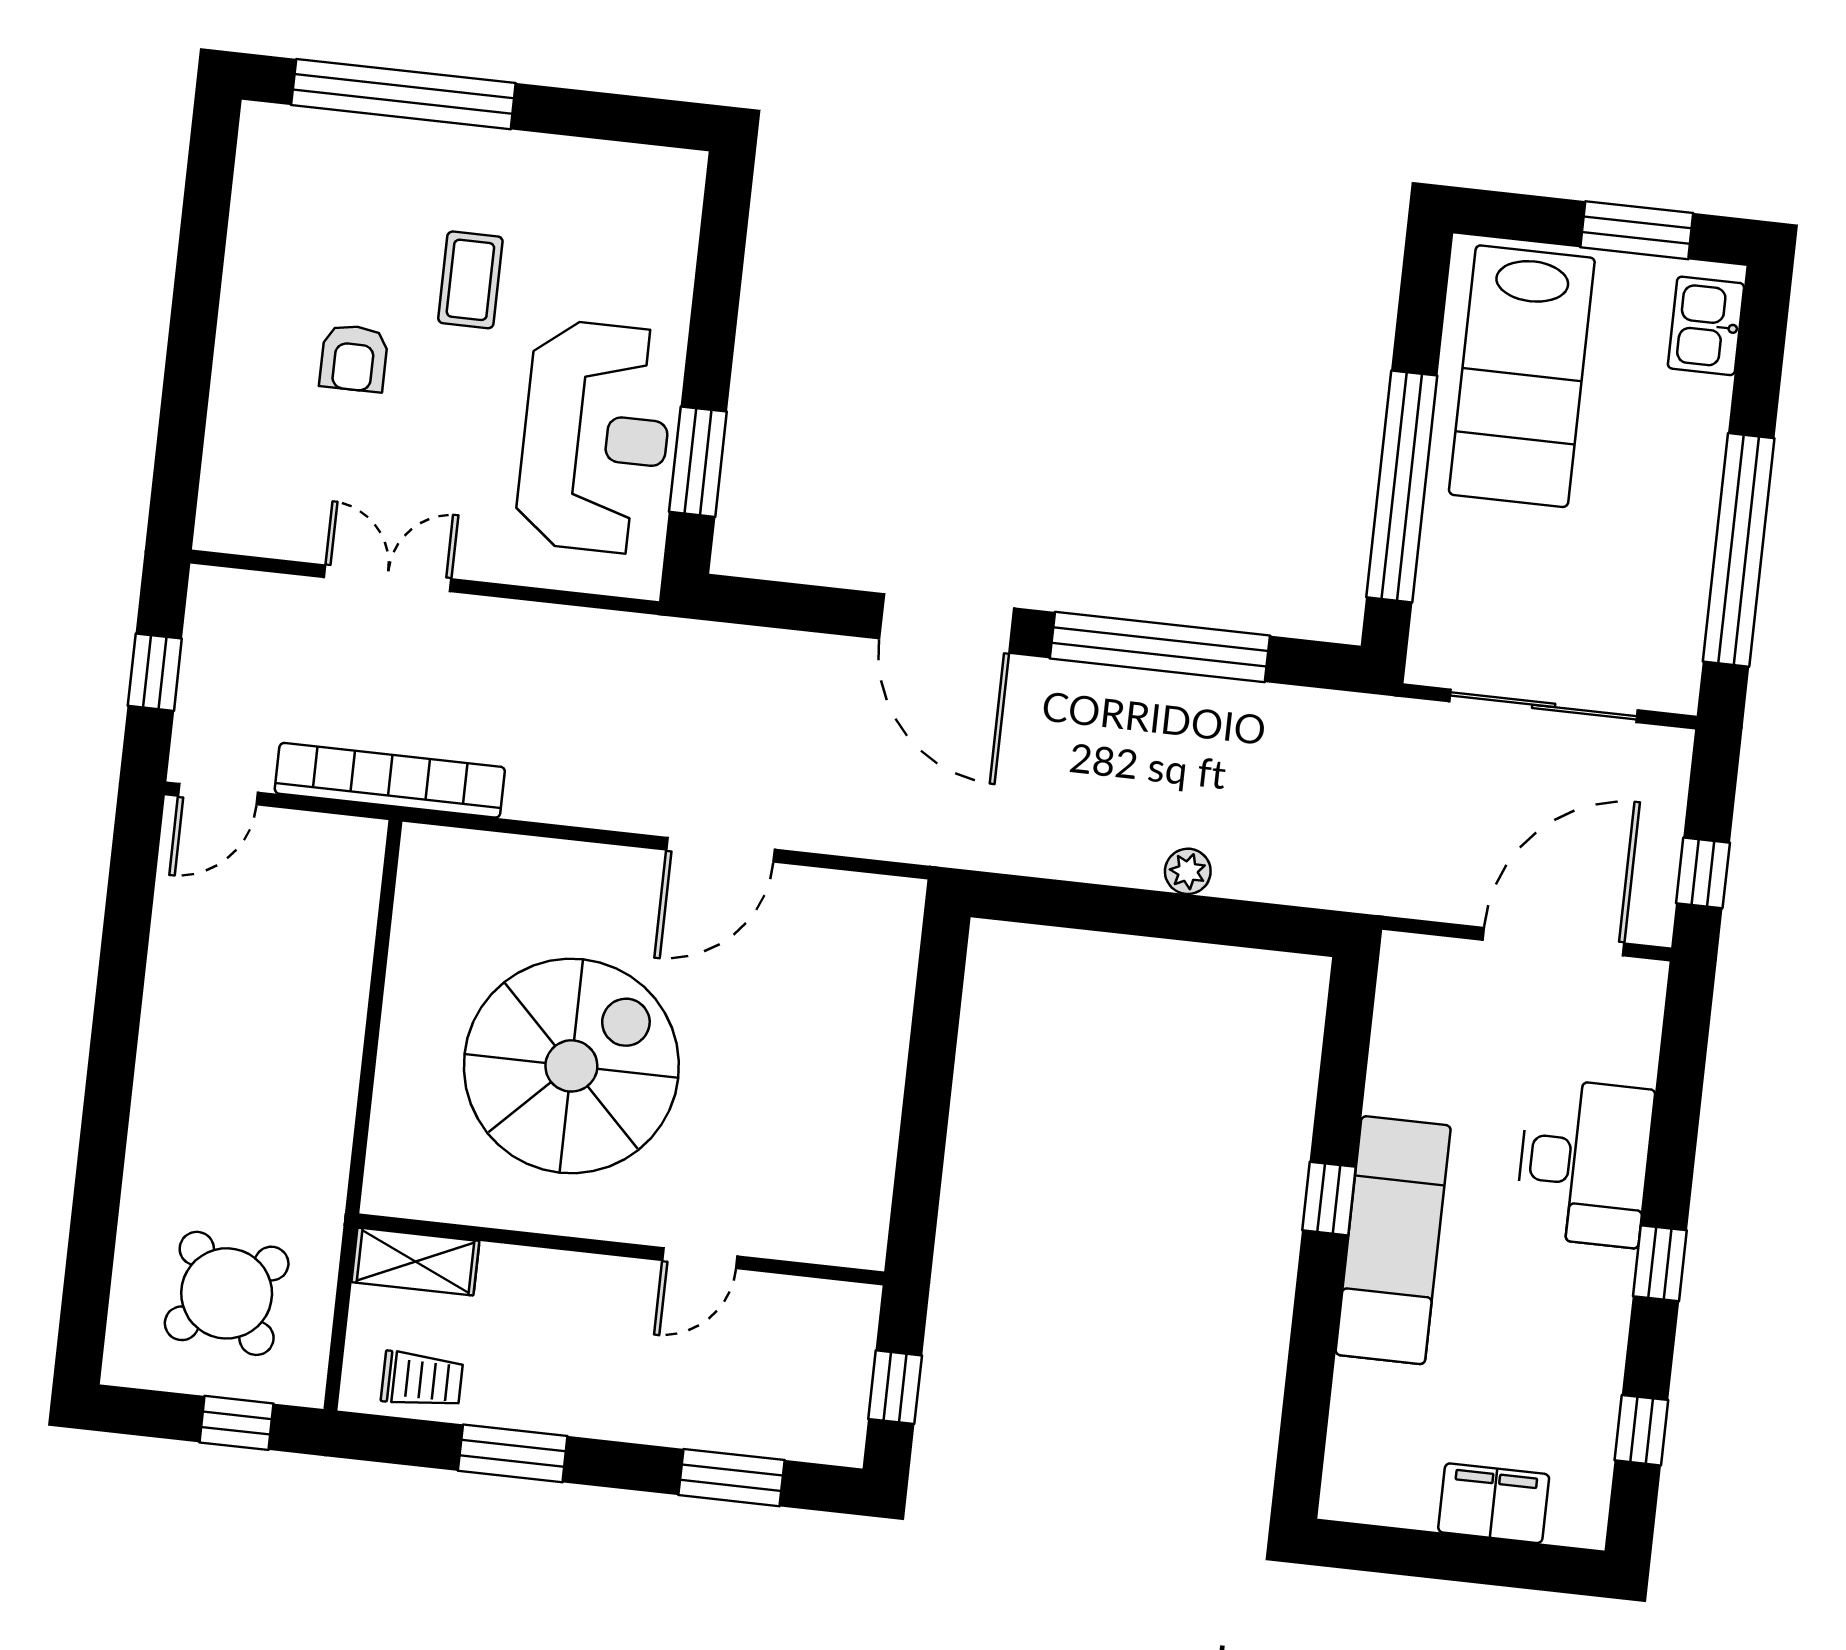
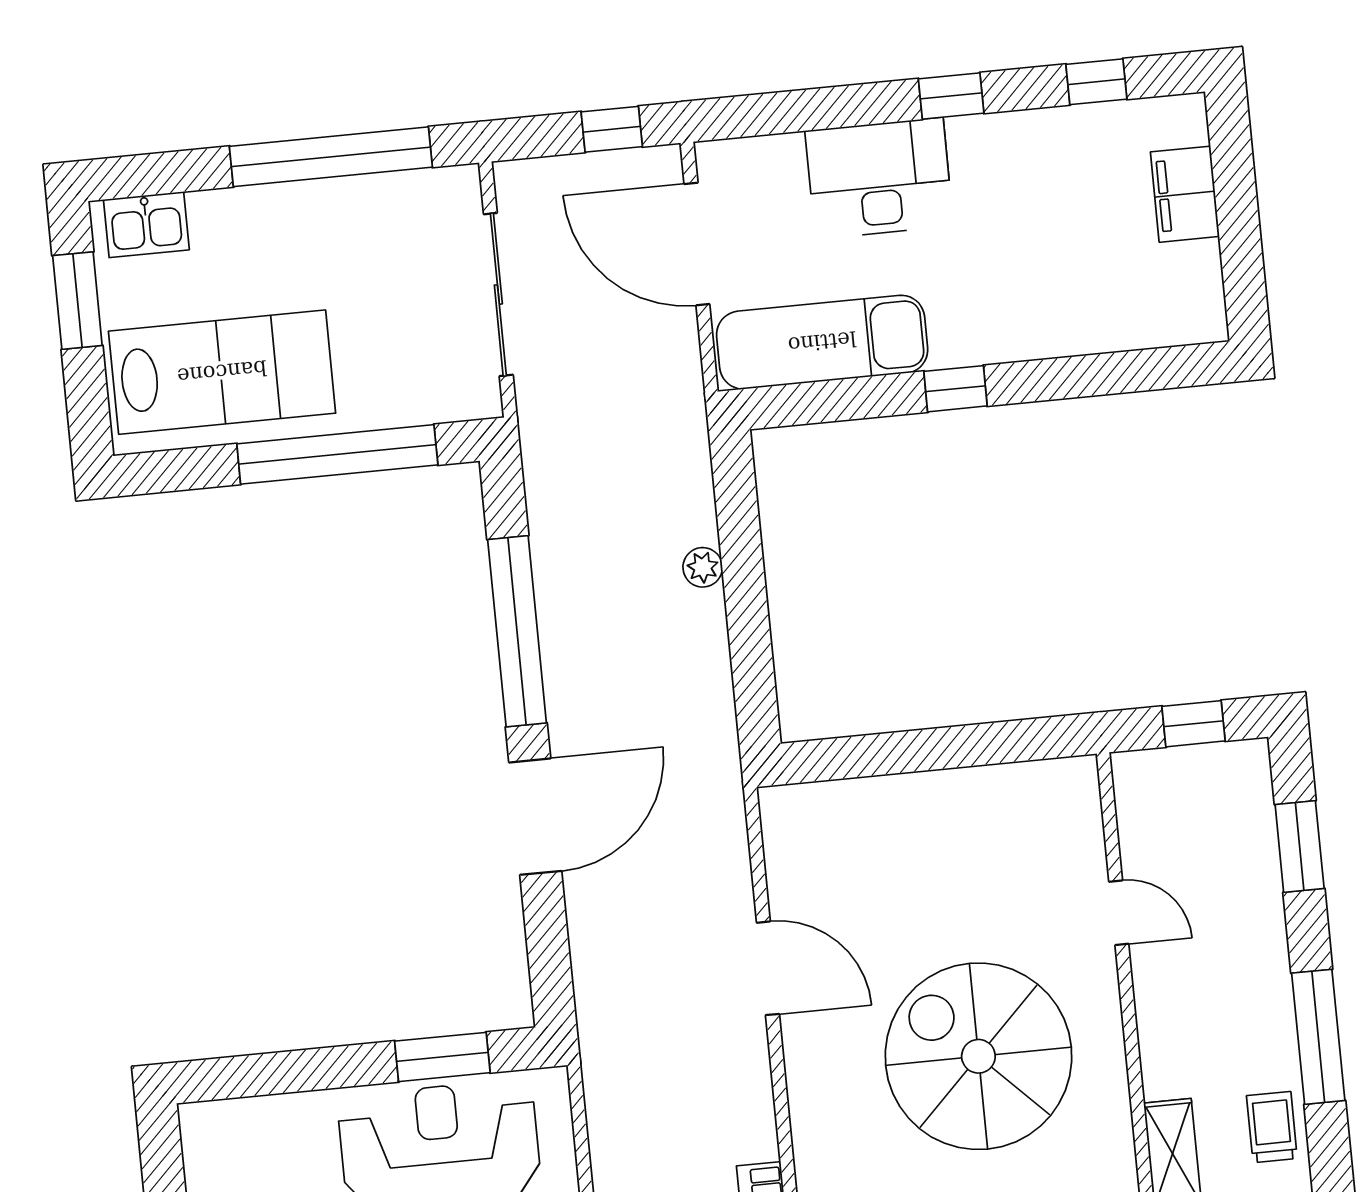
exam couch: (1393, 1240) -> (822, 342), moved
window: (513, 1453) -> (1318, 1037), width x1.44

